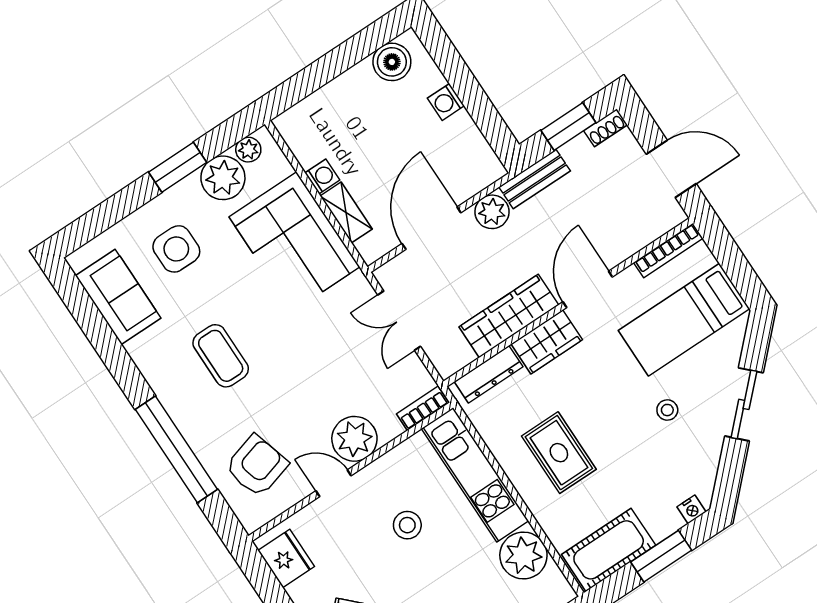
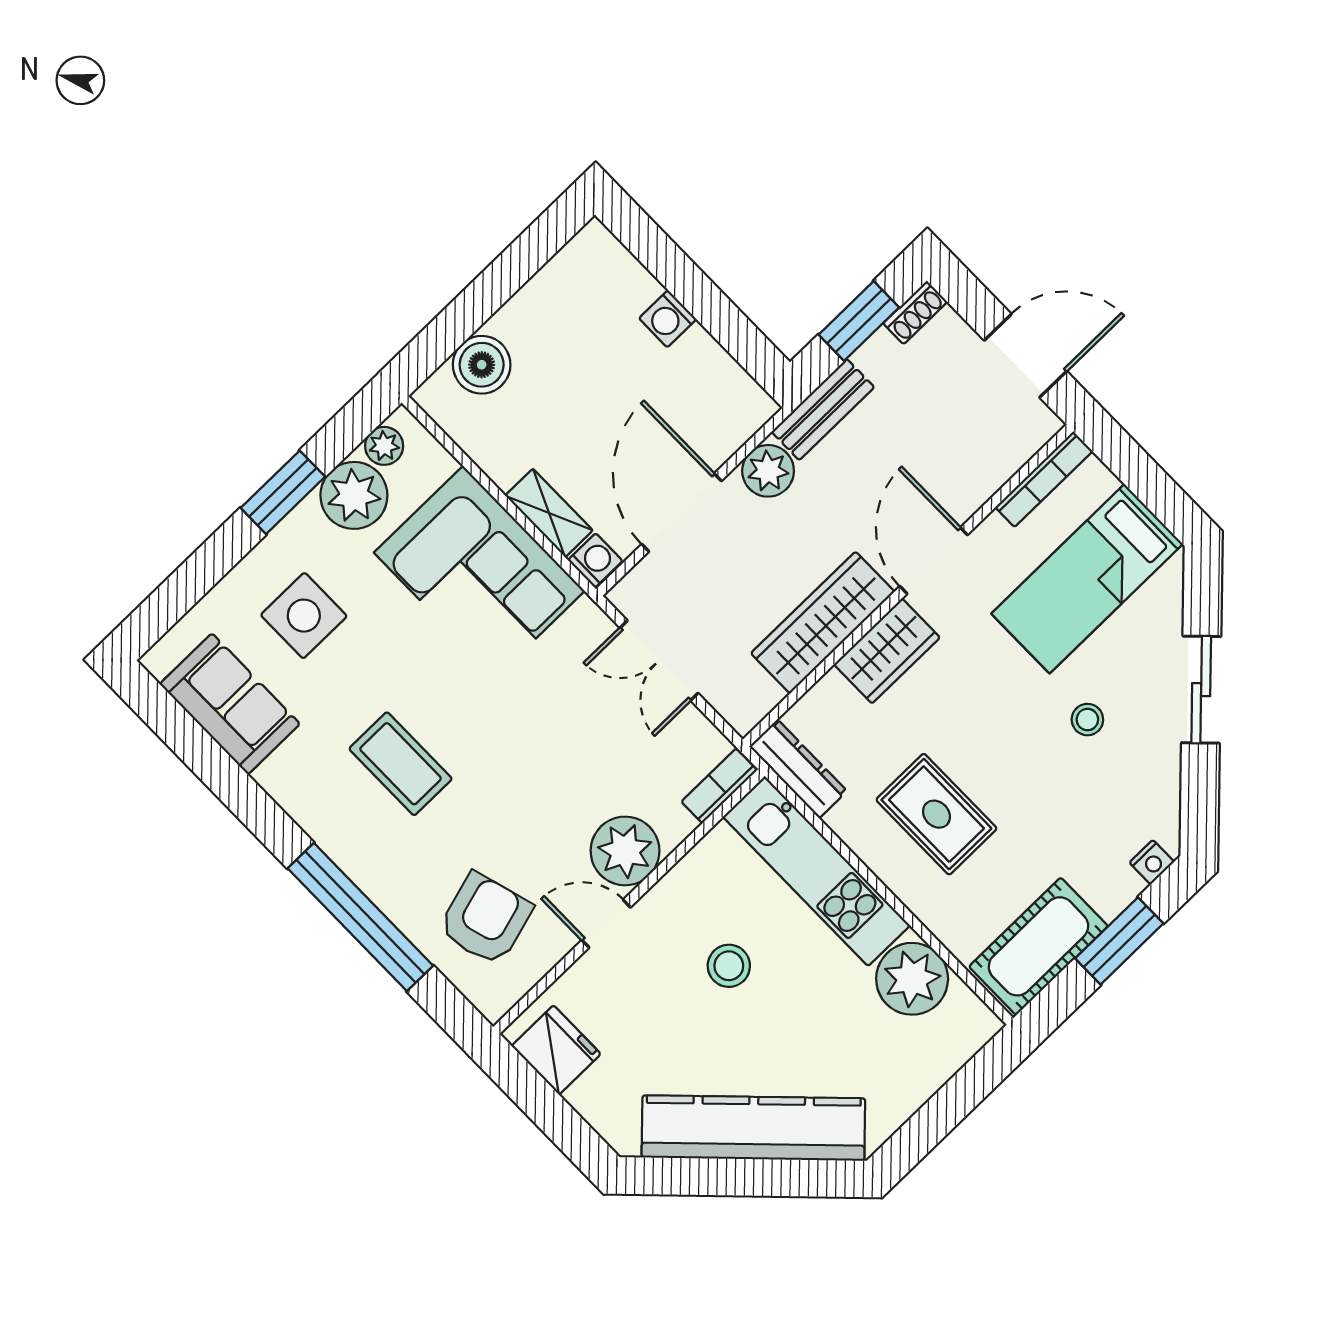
boiler: (392, 62) -> (482, 365), moved
washing machine: (322, 176) -> (595, 560), moved
dresser: (489, 374) -> (798, 769), moved, turned -90

